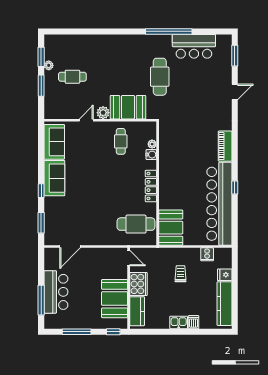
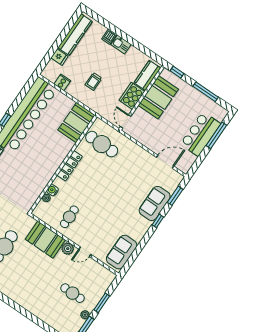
sofa: (54, 178) -> (155, 203), moved

